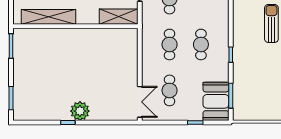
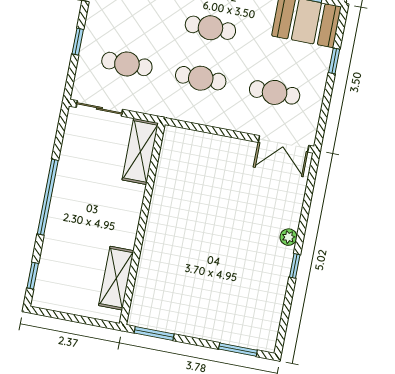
shelving: (49, 17) -> (116, 278), width x0.68
double door: (140, 102) -> (284, 144), swing flipped
plant: (80, 111) -> (288, 237), width x0.53, depth x0.53

